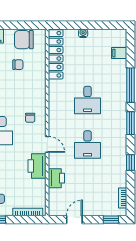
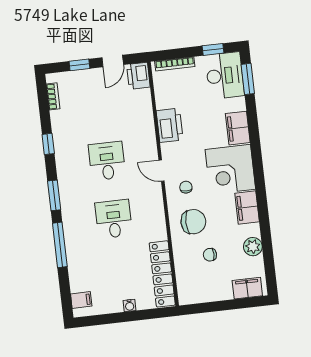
chair: (24, 40) -> (193, 222), moved
filing cabinet: (119, 53) -> (81, 300), moved
door: (47, 144) -> (162, 171), moved
printer: (56, 178) -> (138, 76), moved
window: (111, 220) -> (79, 65), moved

